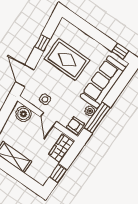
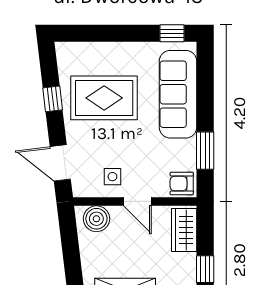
plant: (90, 111) -> (188, 149), removed
window: (97, 118) -> (205, 151), width x0.69

